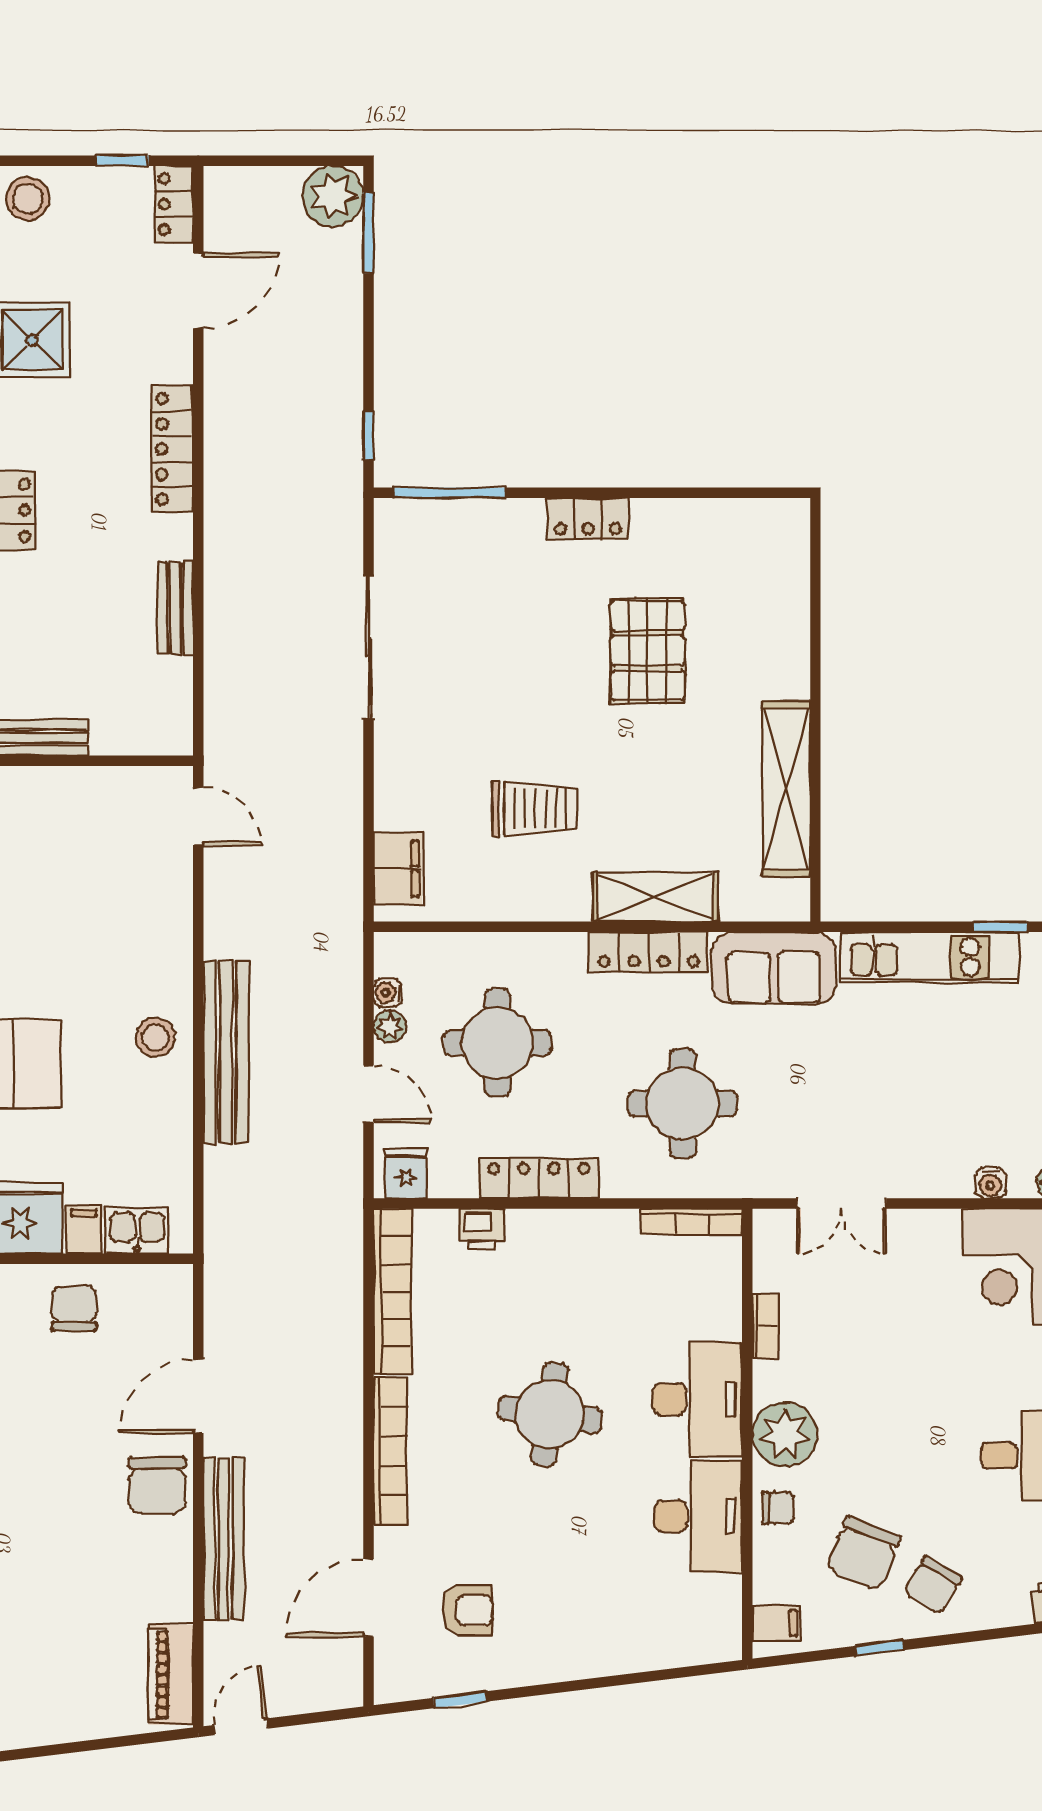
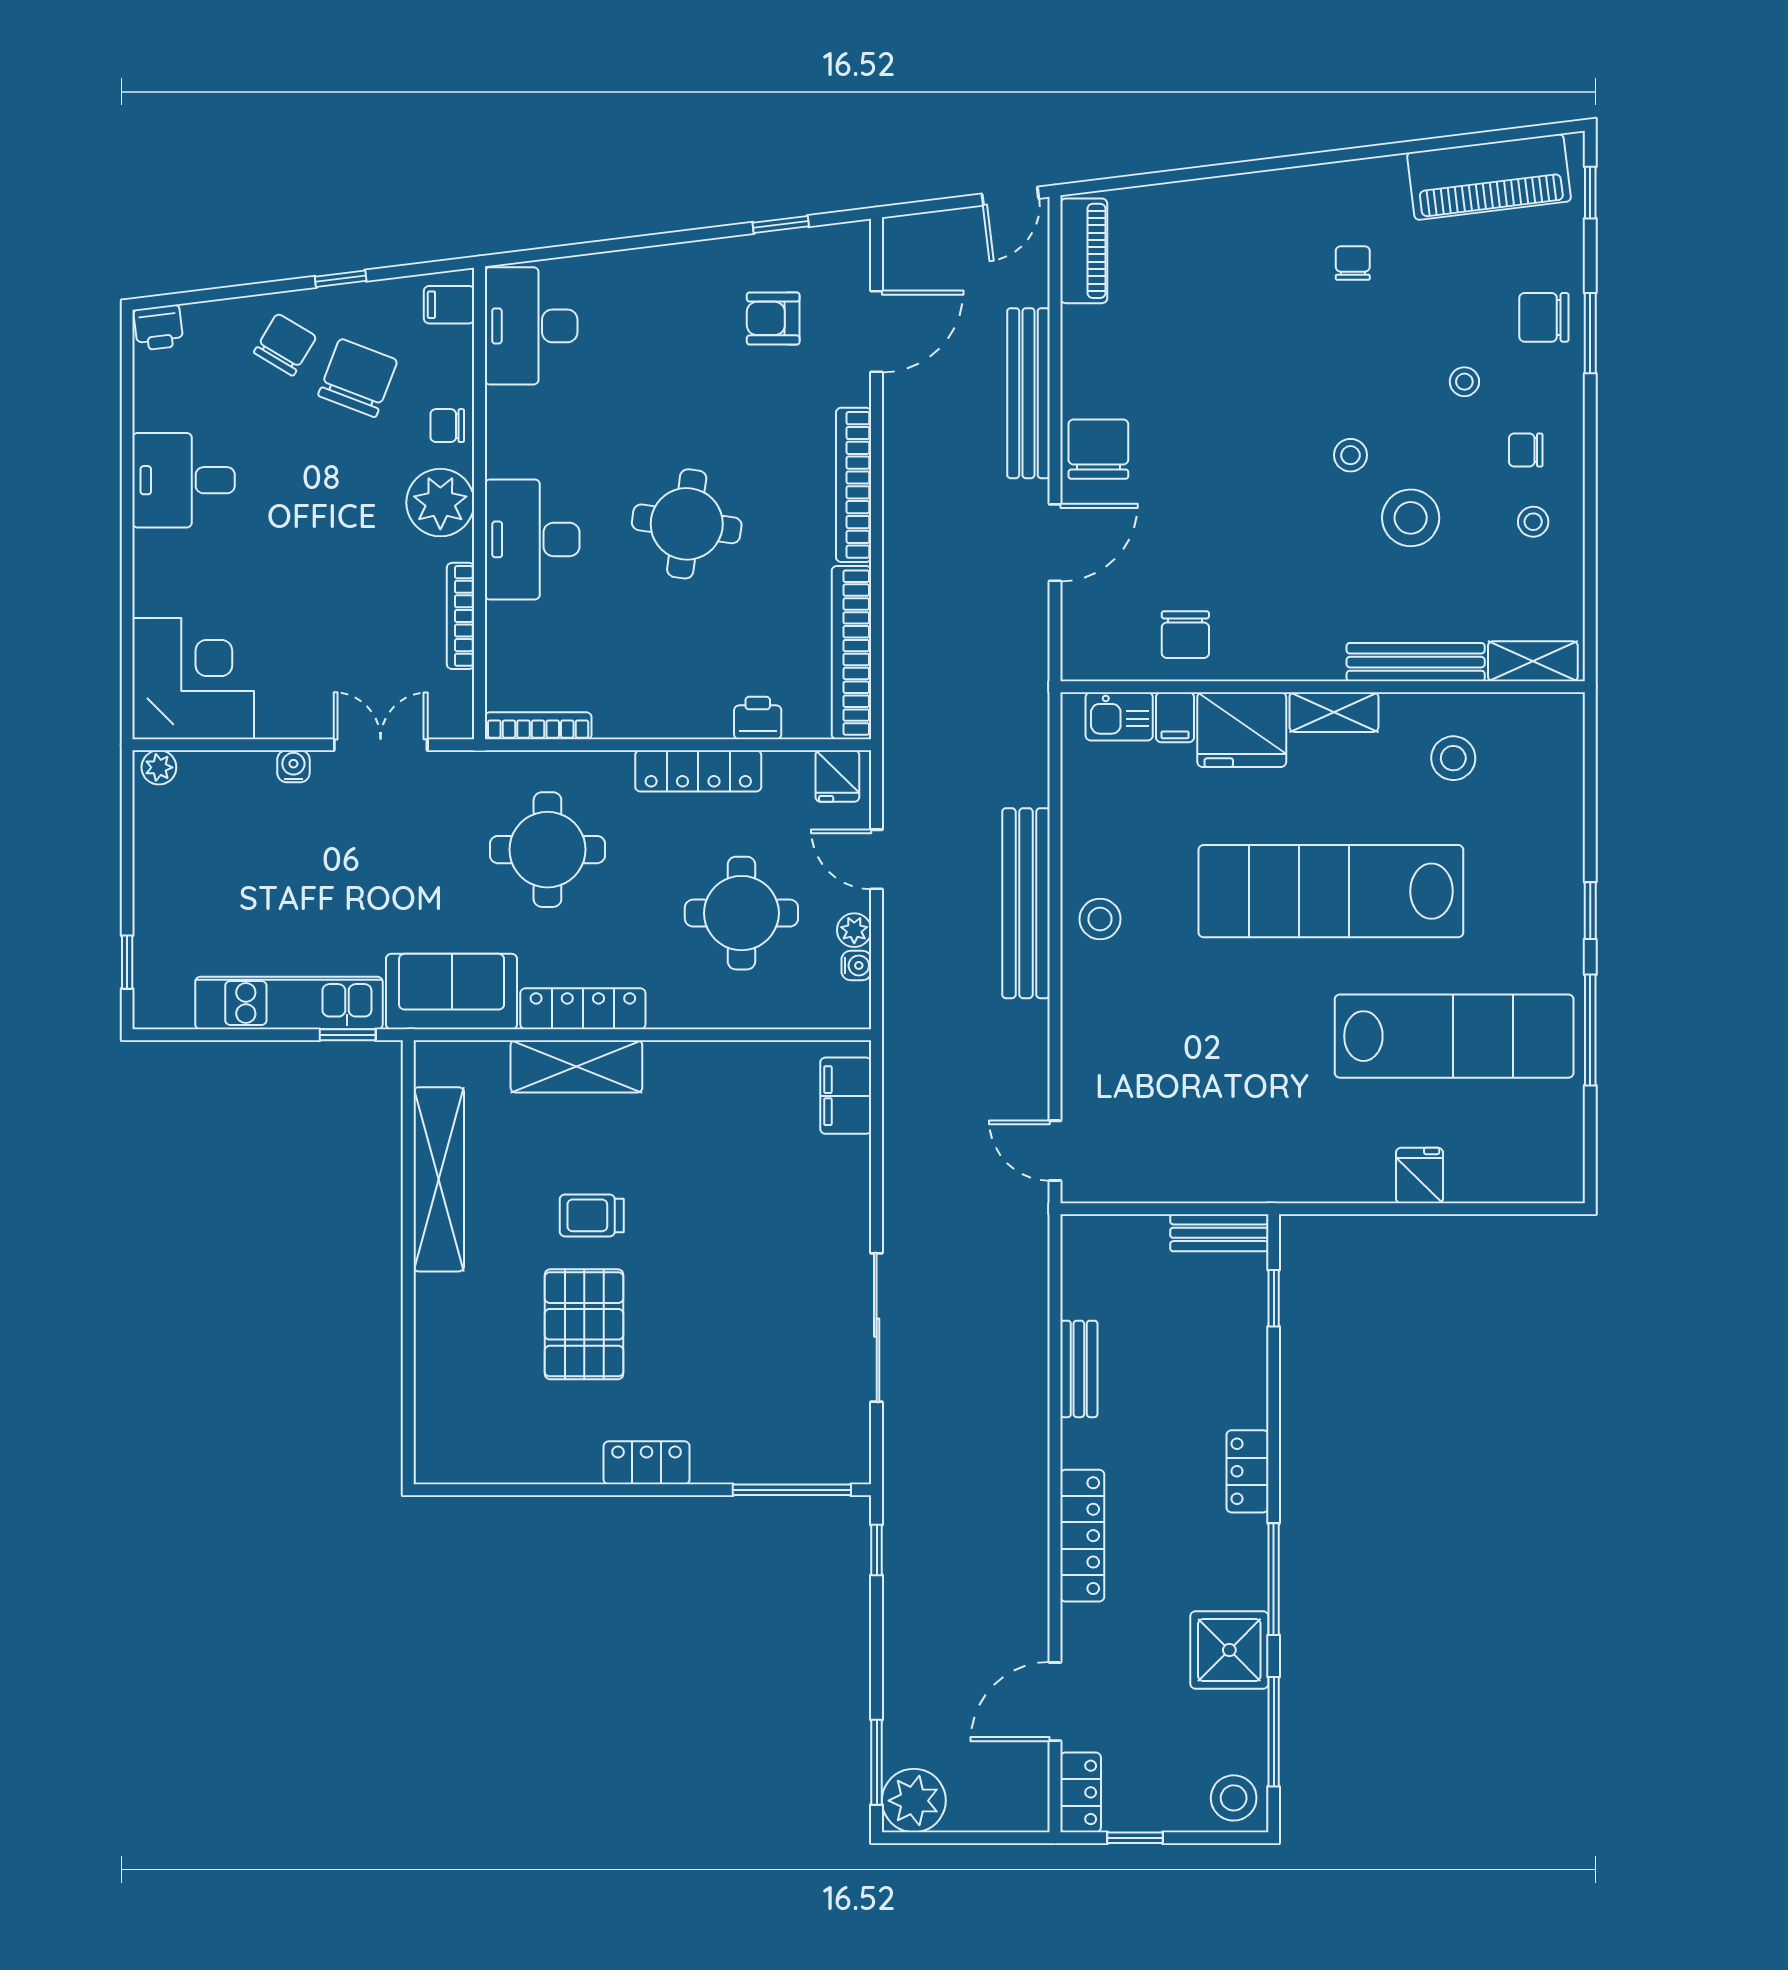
trolley: (535, 808) -> (592, 1215), moved, width x0.73, depth x0.72
window: (1000, 927) -> (348, 1035), moved
water cooler: (990, 1183) -> (293, 766), moved
bookcase: (765, 1326) -> (461, 616), width x1.56
desk: (698, 1516) -> (531, 326), moved

